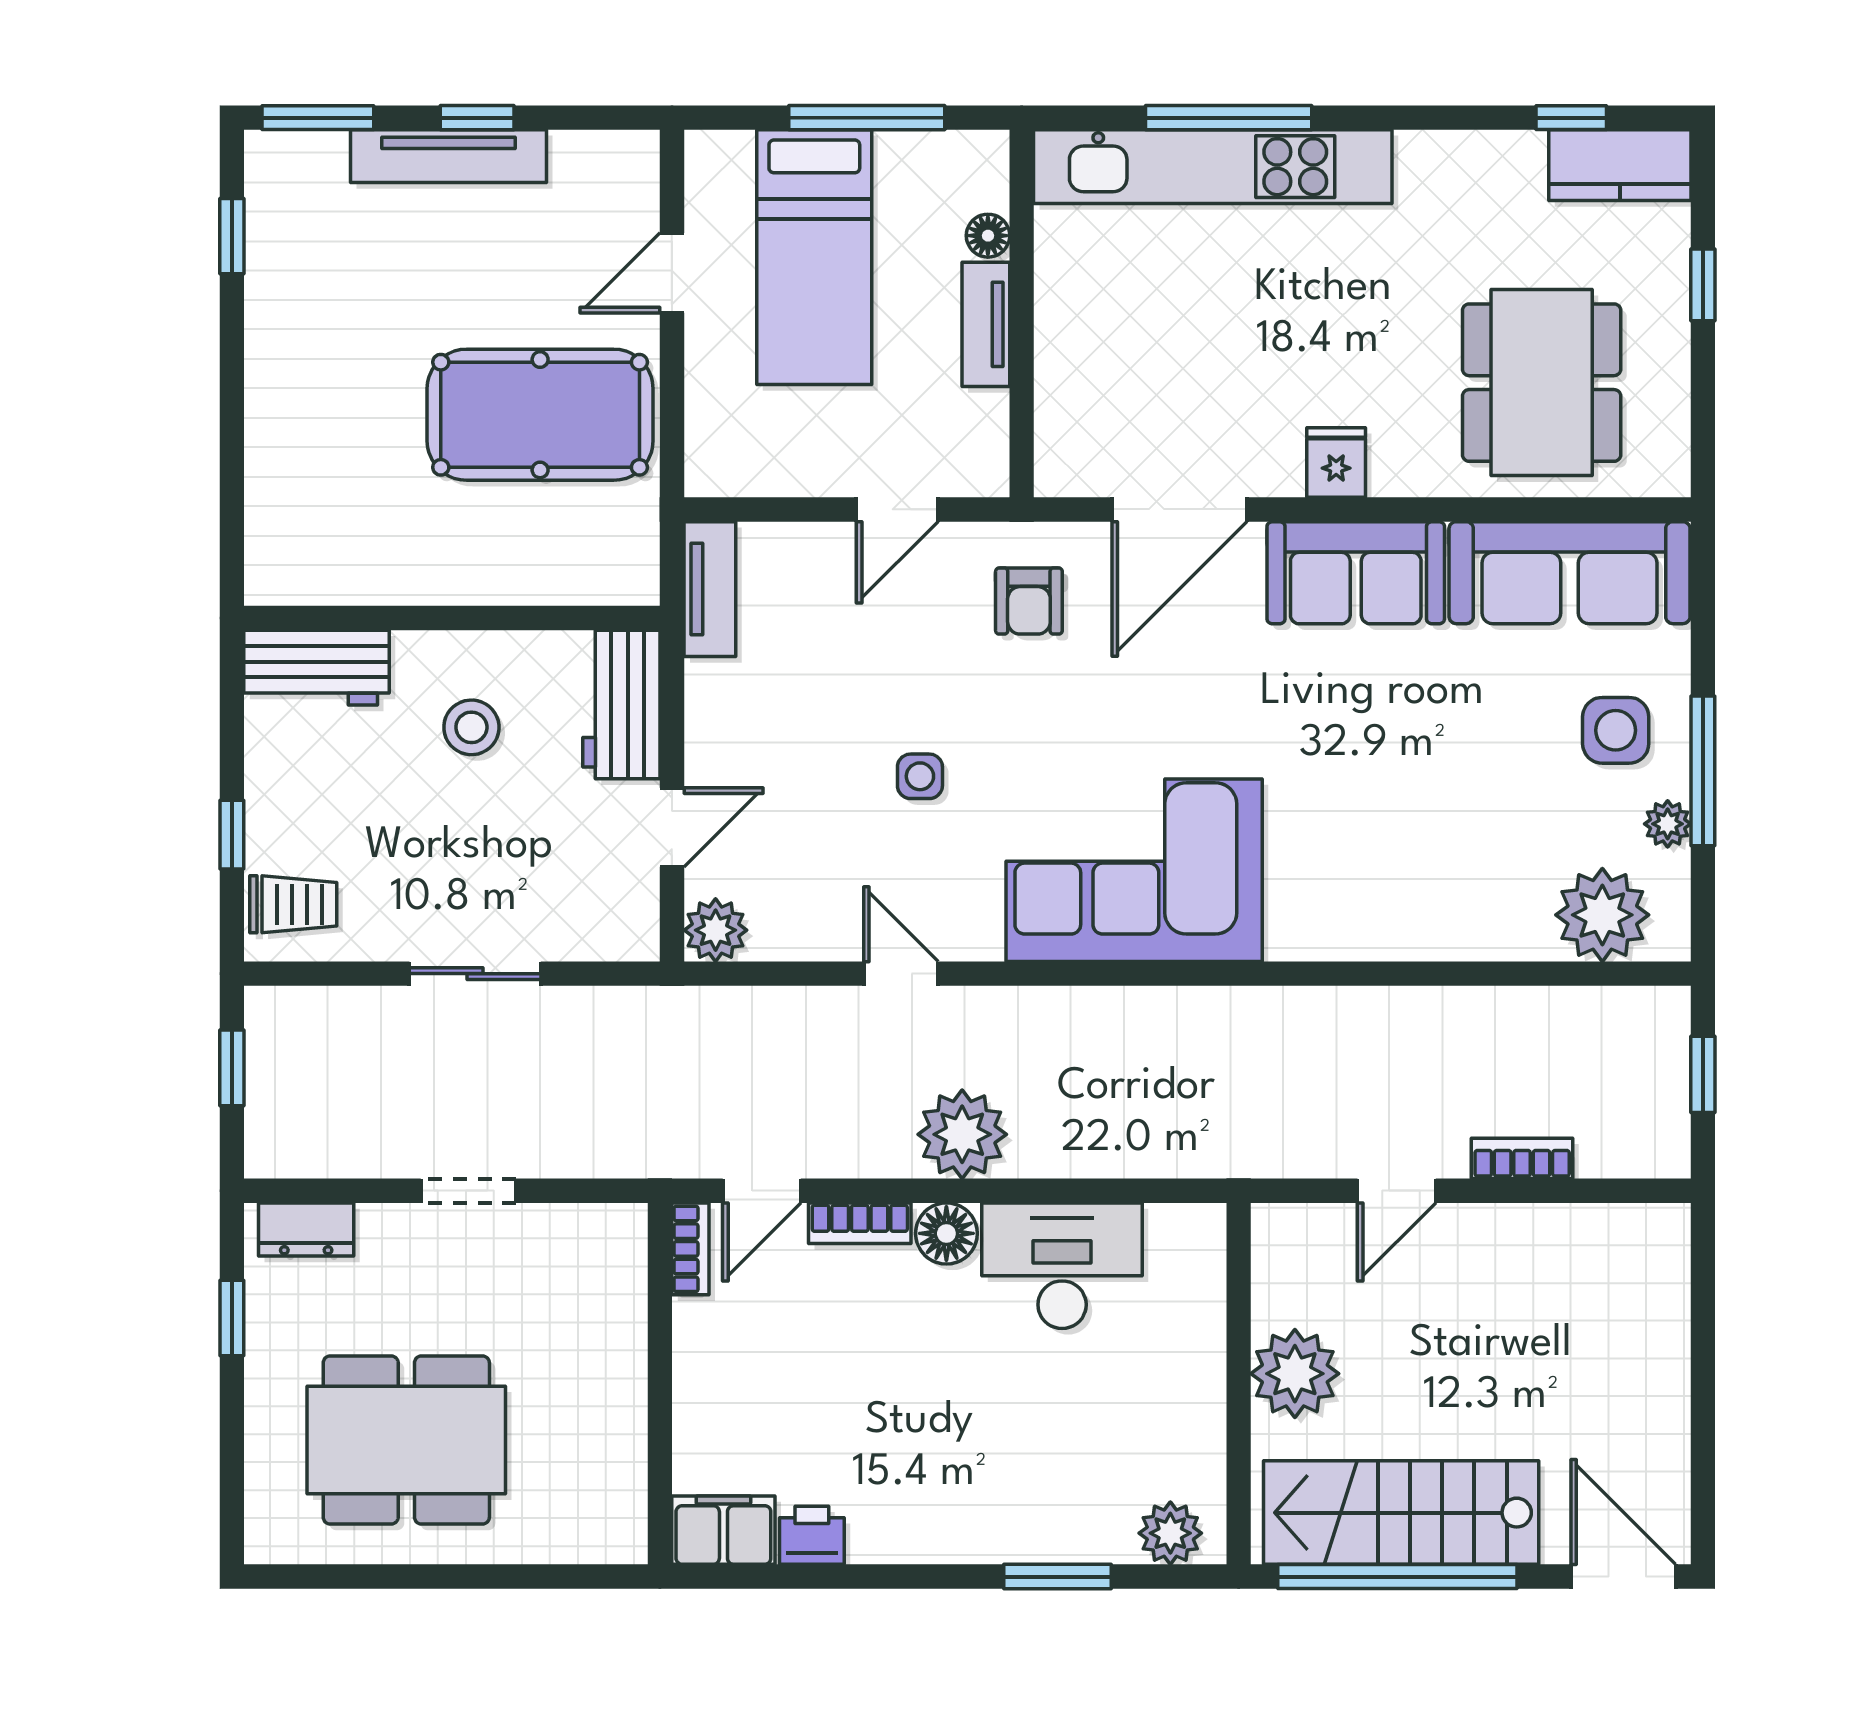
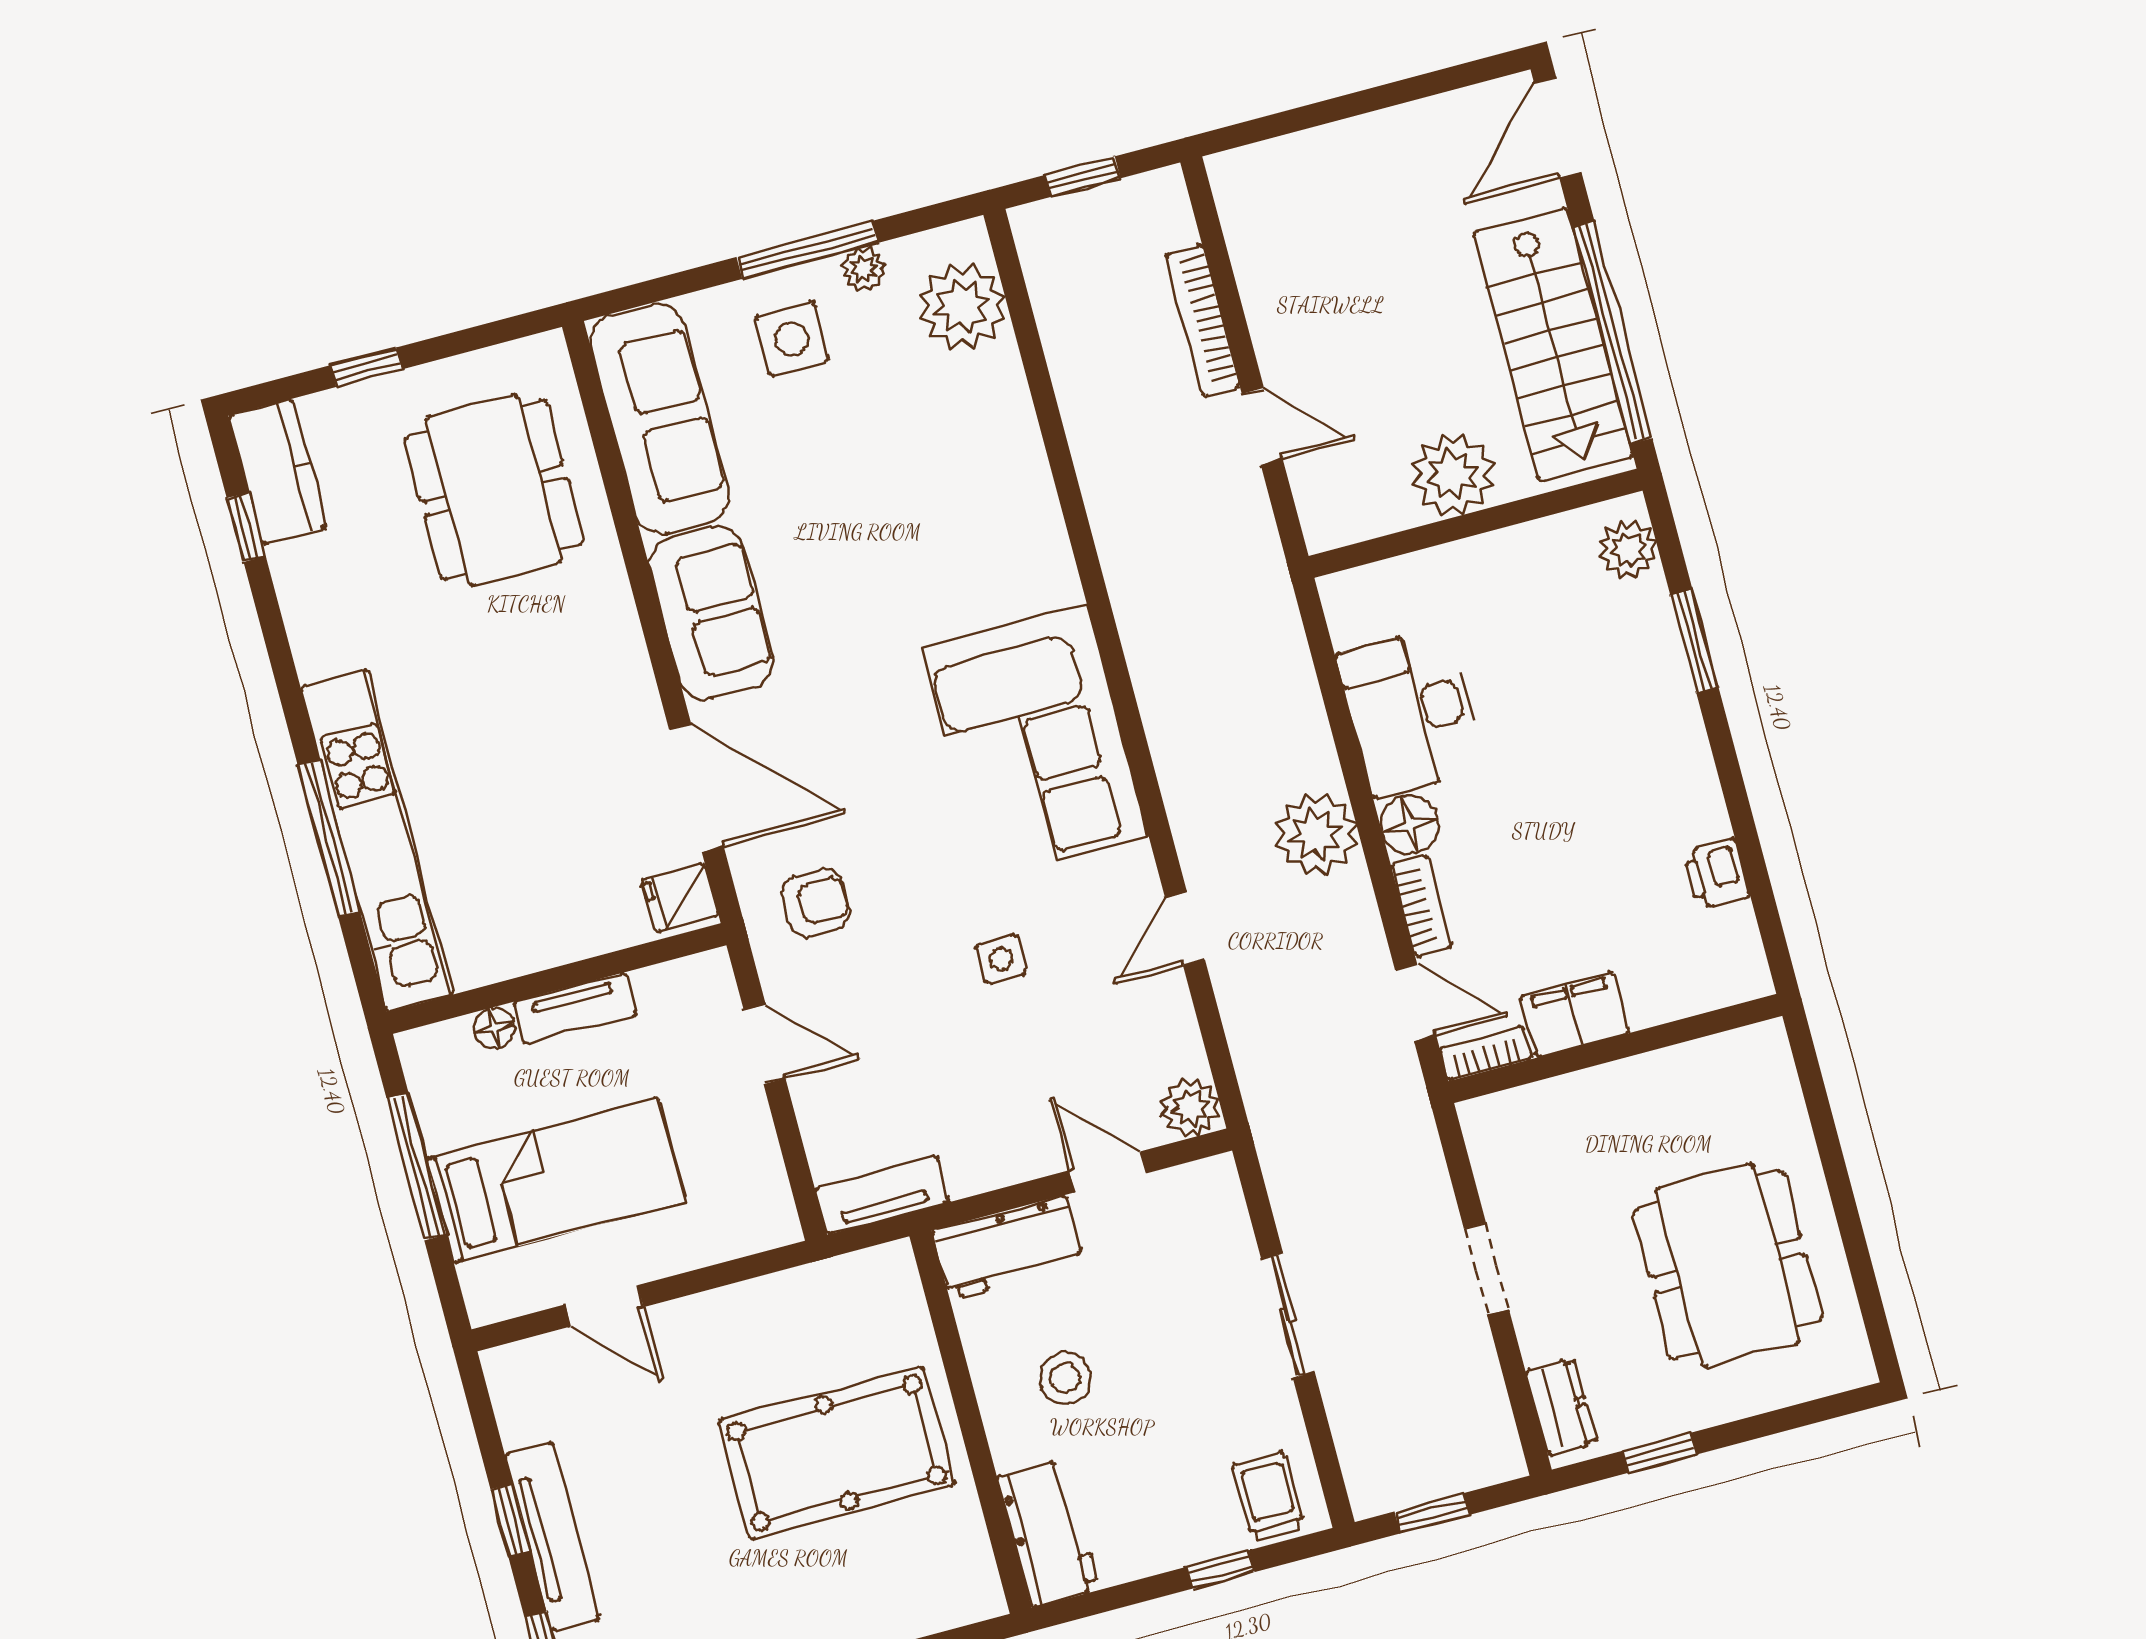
dining table: (1542, 383) -> (494, 490), turned 90
pool table: (540, 415) -> (837, 1453), moved, turned 90
fridge: (1336, 462) -> (680, 898), moved
bookcase: (1522, 1158) -> (1203, 320), width x1.56
filing cabinet: (723, 1530) -> (1575, 1014), moved, turned 90

